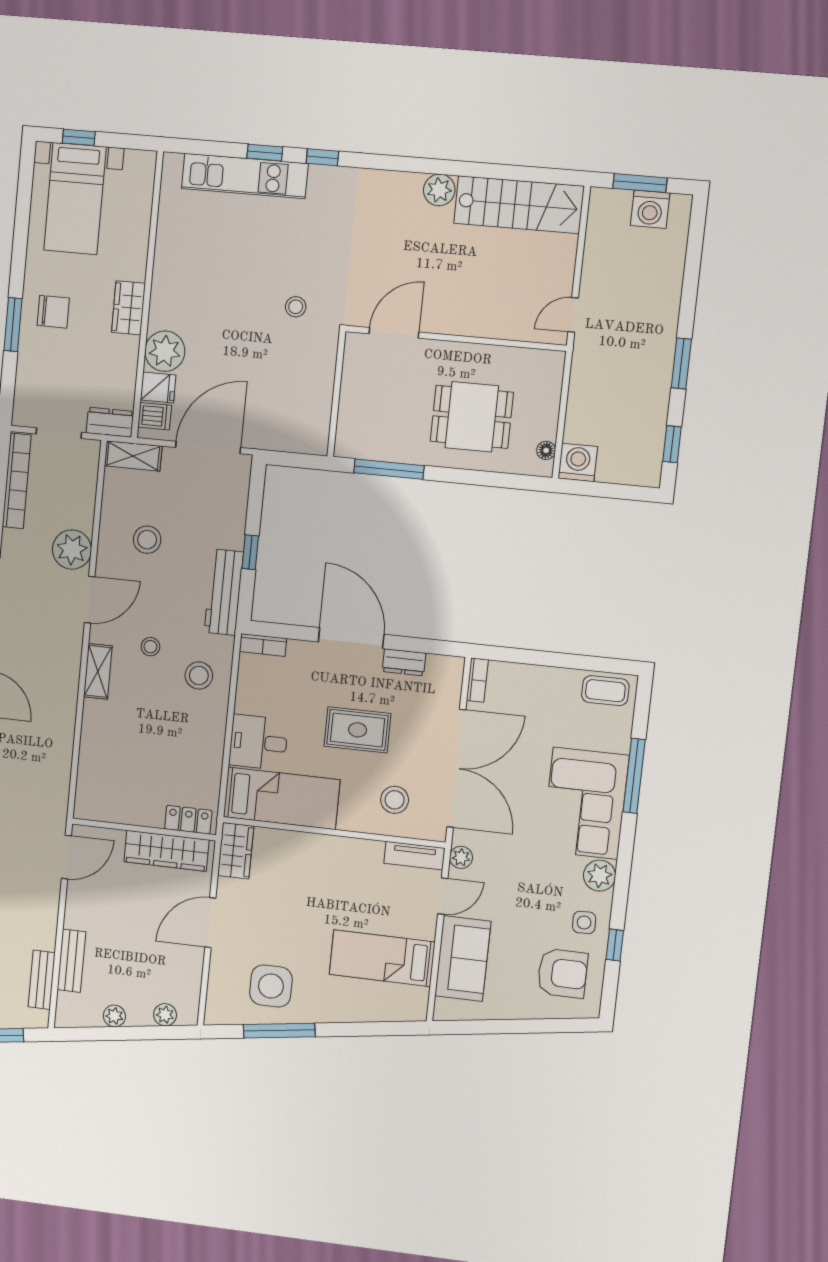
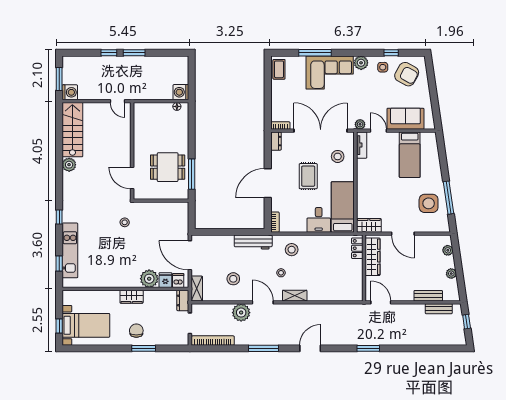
window: (265, 153) -> (59, 263), moved
washing machine: (650, 209) -> (70, 92), moved
dining table: (472, 417) -> (168, 167), moved, turned 90
window: (672, 444) -> (109, 53), moved
window: (250, 552) -> (234, 232), removed
dresser: (404, 662) -> (276, 141), moved
armchair: (562, 973) -> (407, 74), turned 119

